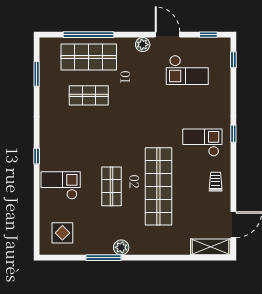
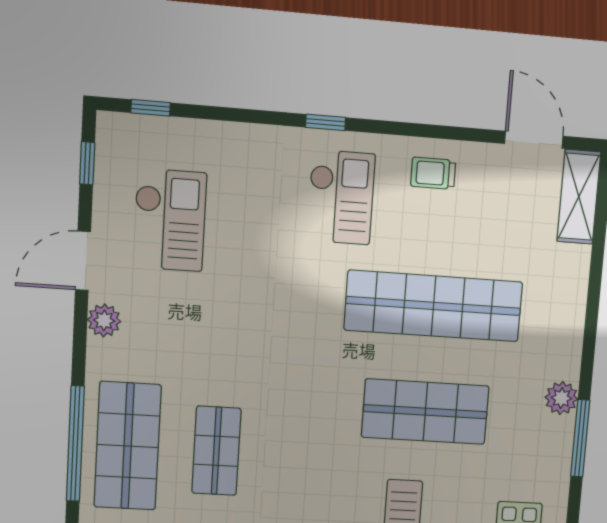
checkout: (202, 142) -> (341, 197), turned 180
shop shelf: (111, 186) -> (425, 412), width x1.43, depth x1.36

